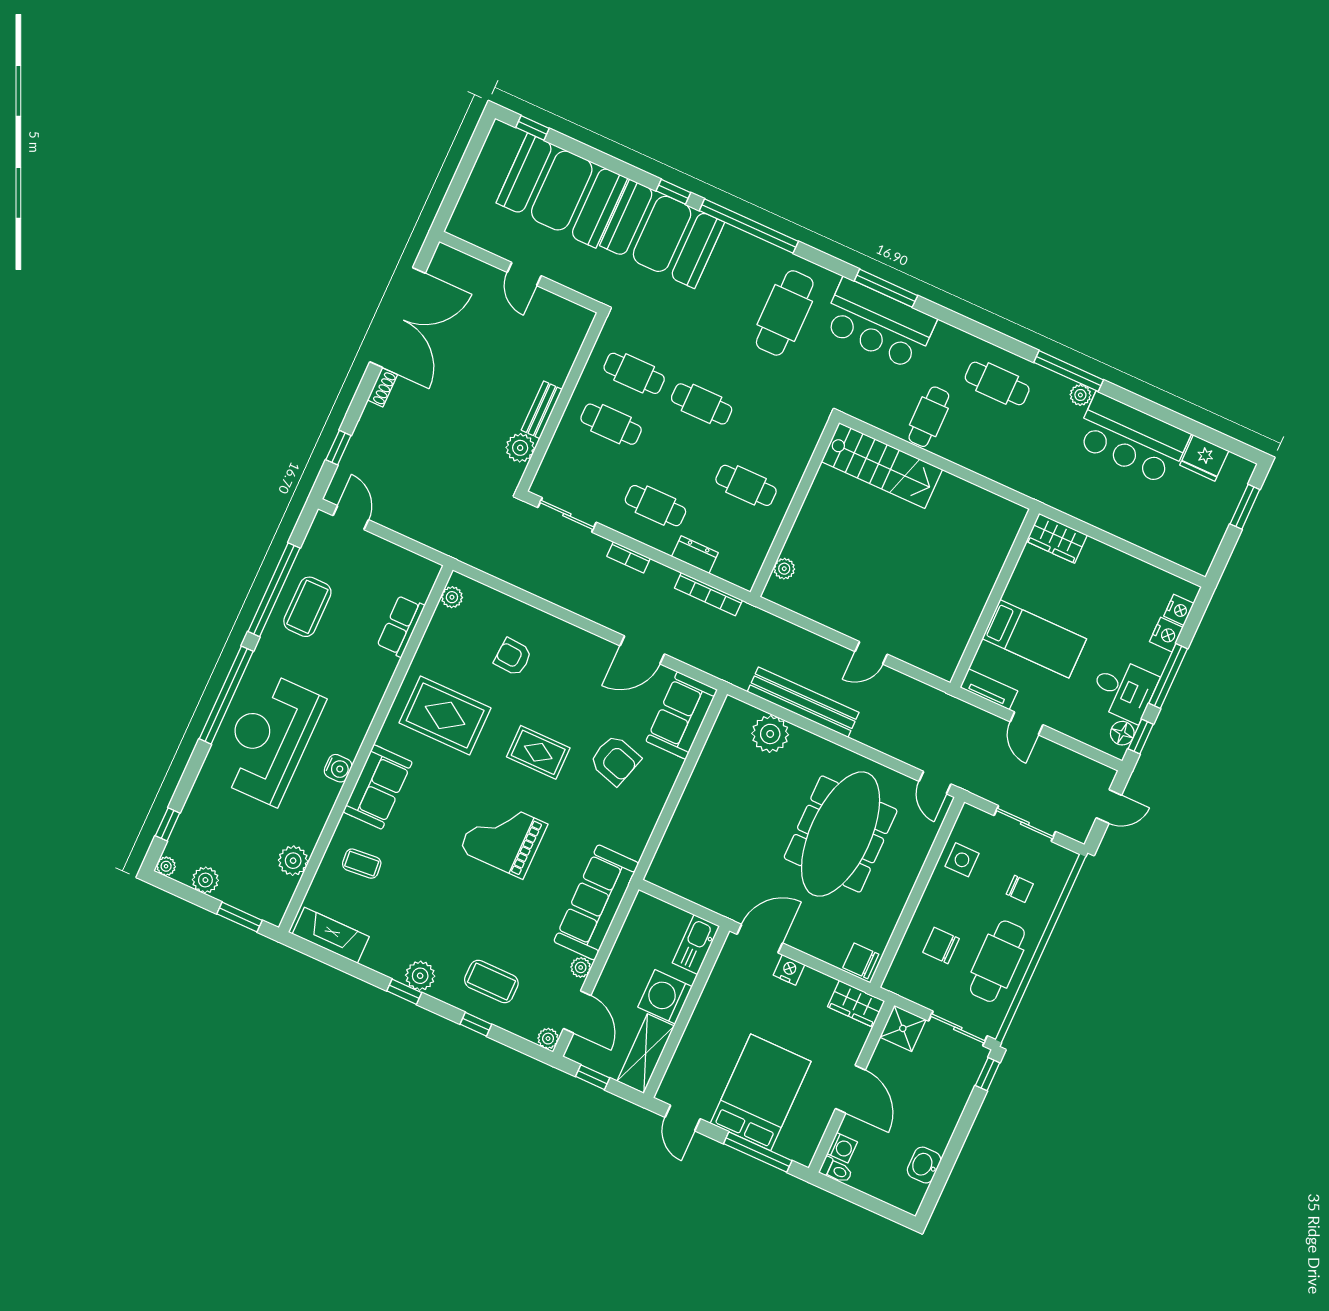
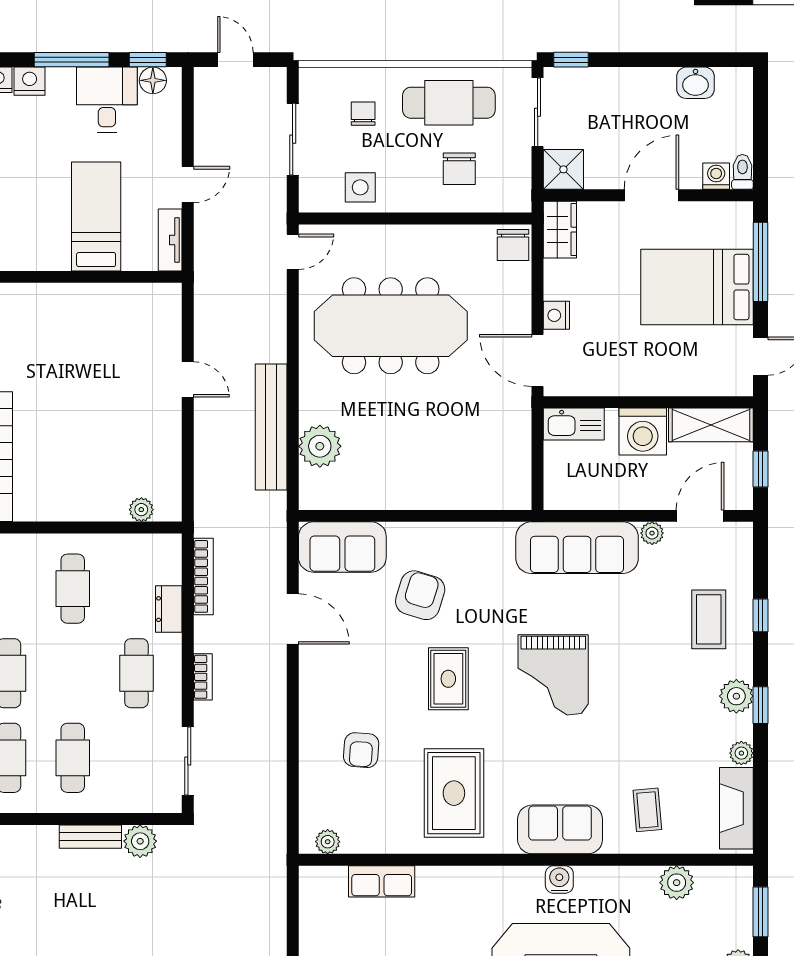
plant: (548, 1039) -> (741, 753), moved

